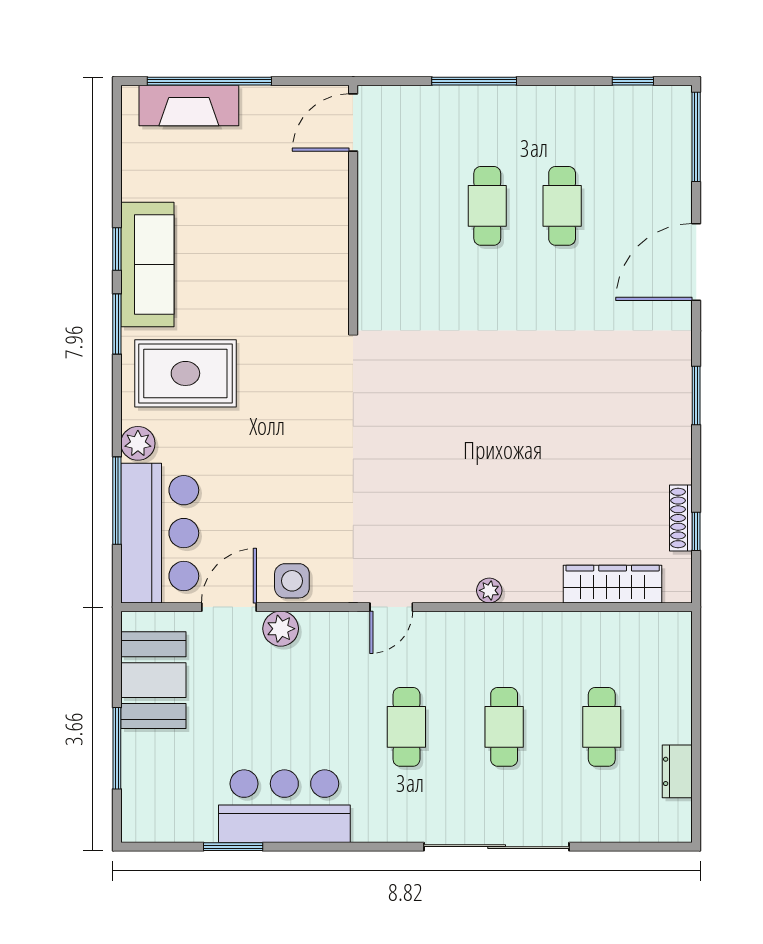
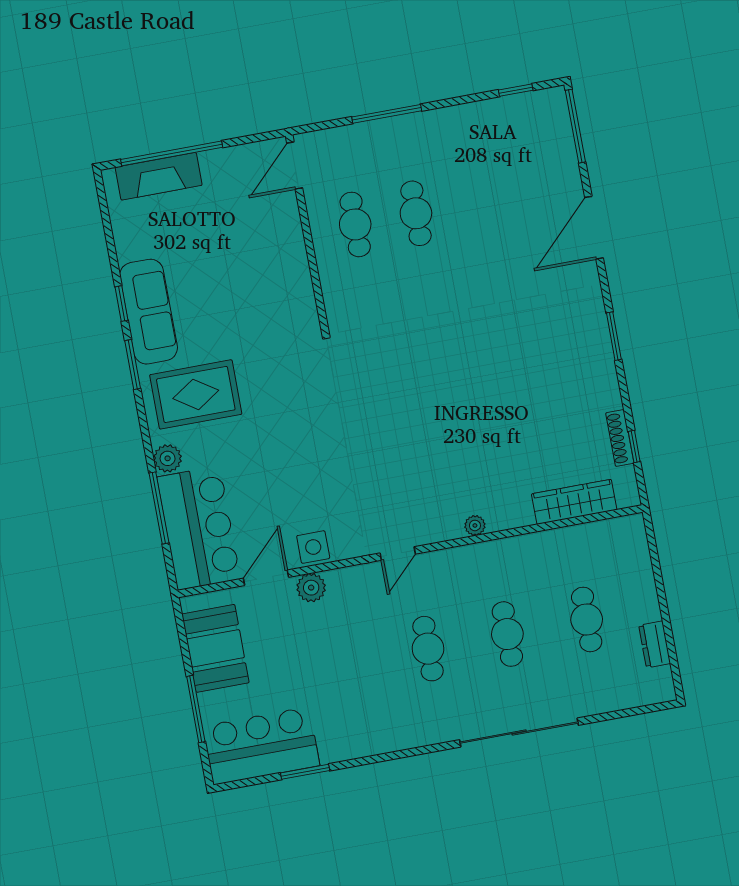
cafe table: (562, 206) -> (355, 224), moved
bar counter: (284, 806) -> (261, 746), moved

